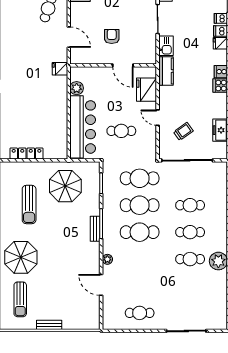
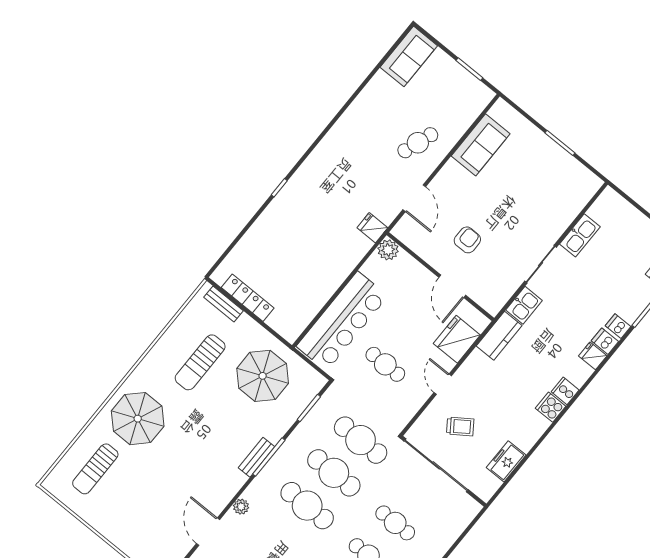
plant: (77, 88) -> (388, 250), moved
bench: (49, 325) -> (224, 304), moved

